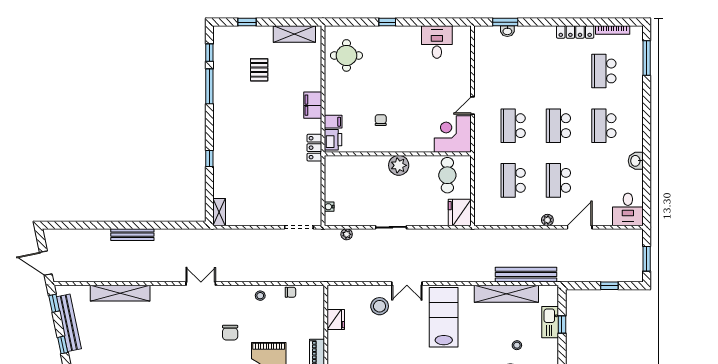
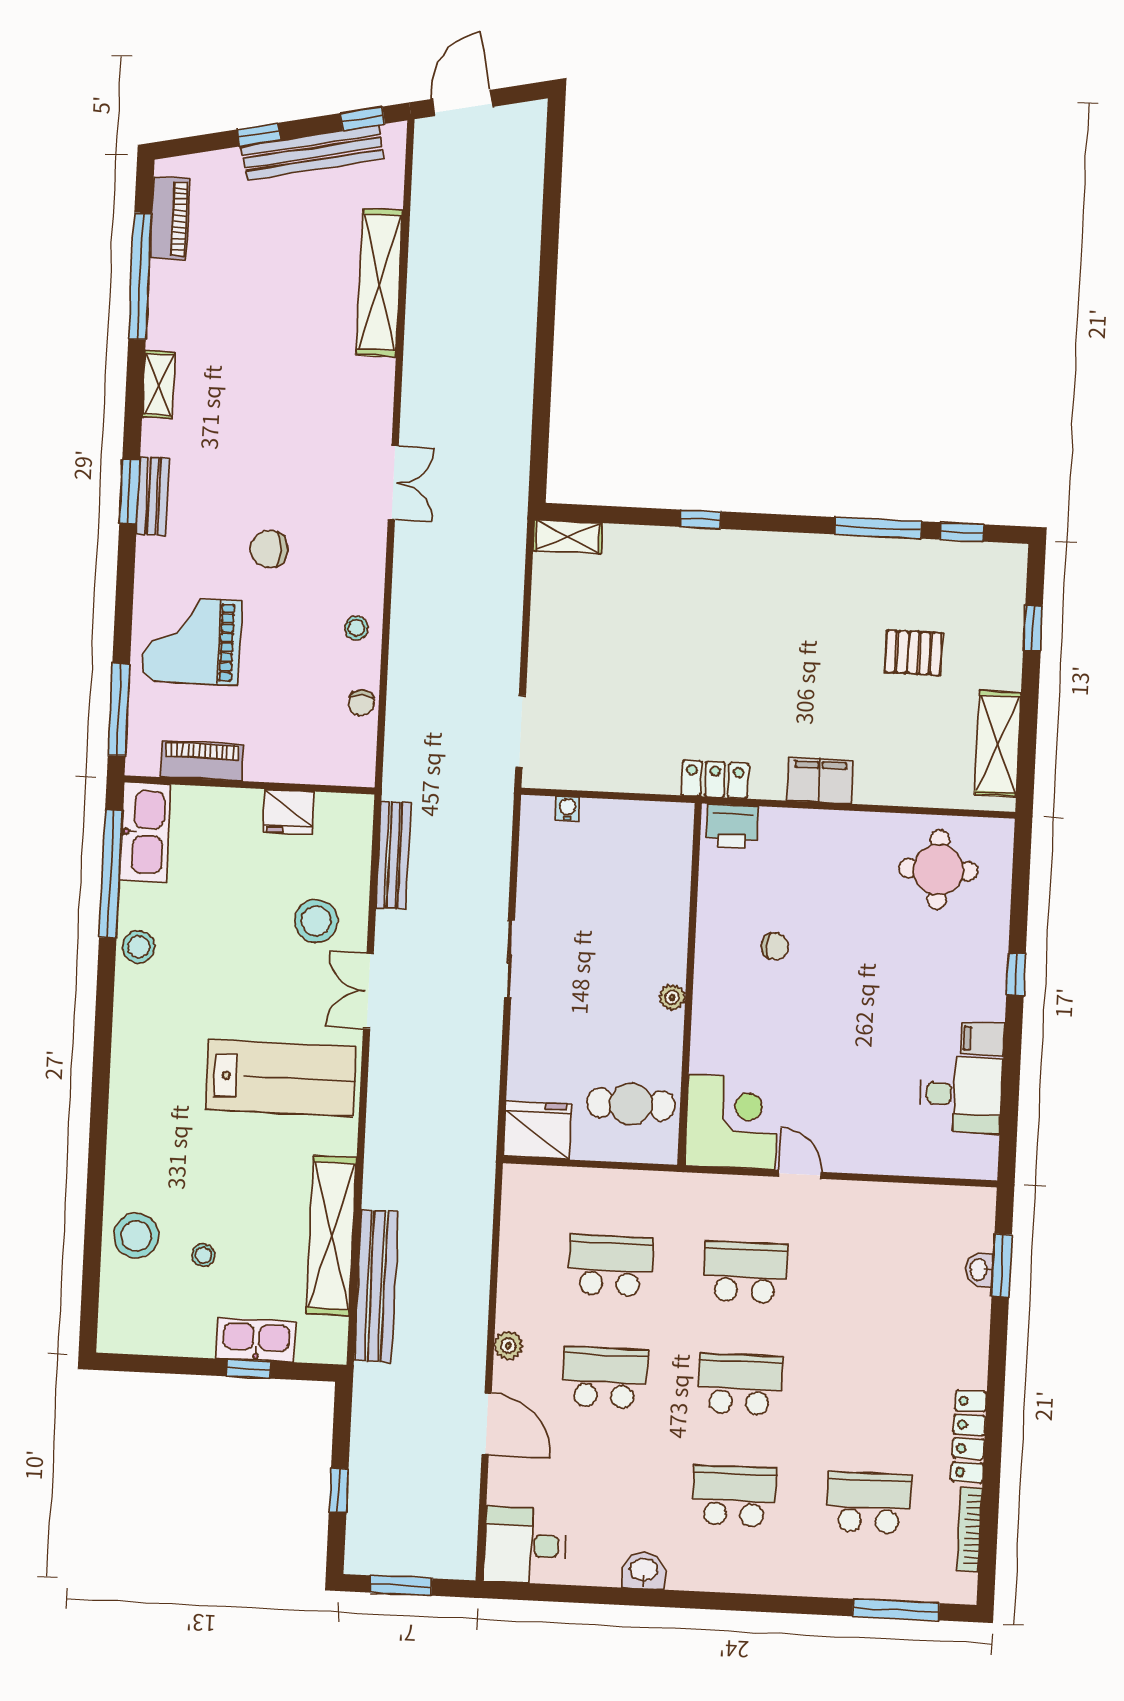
filing cabinet: (333, 122) -> (983, 1039), moved, turned 90
plant: (399, 165) -> (672, 997), width x0.53, depth x0.53
plant: (347, 234) -> (497, 848), removed
bench: (132, 235) -> (393, 855), moved

